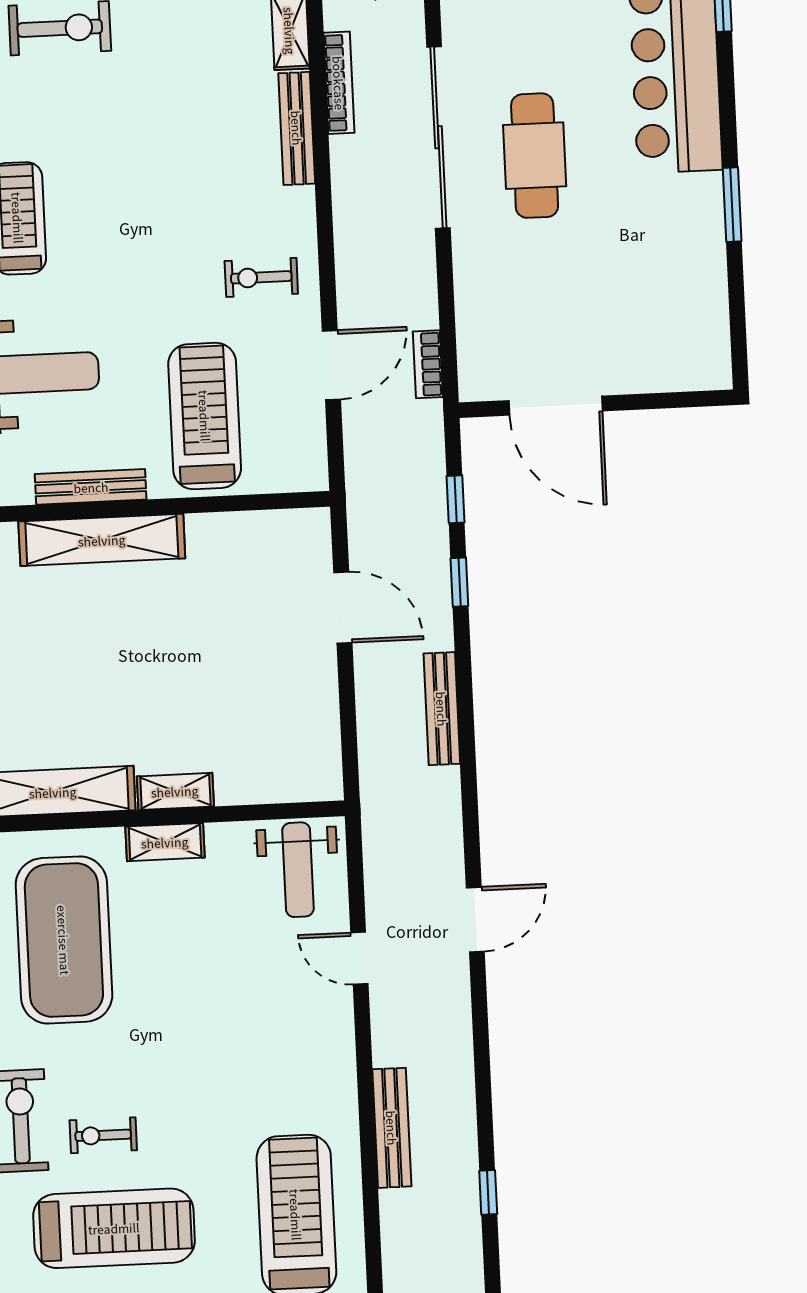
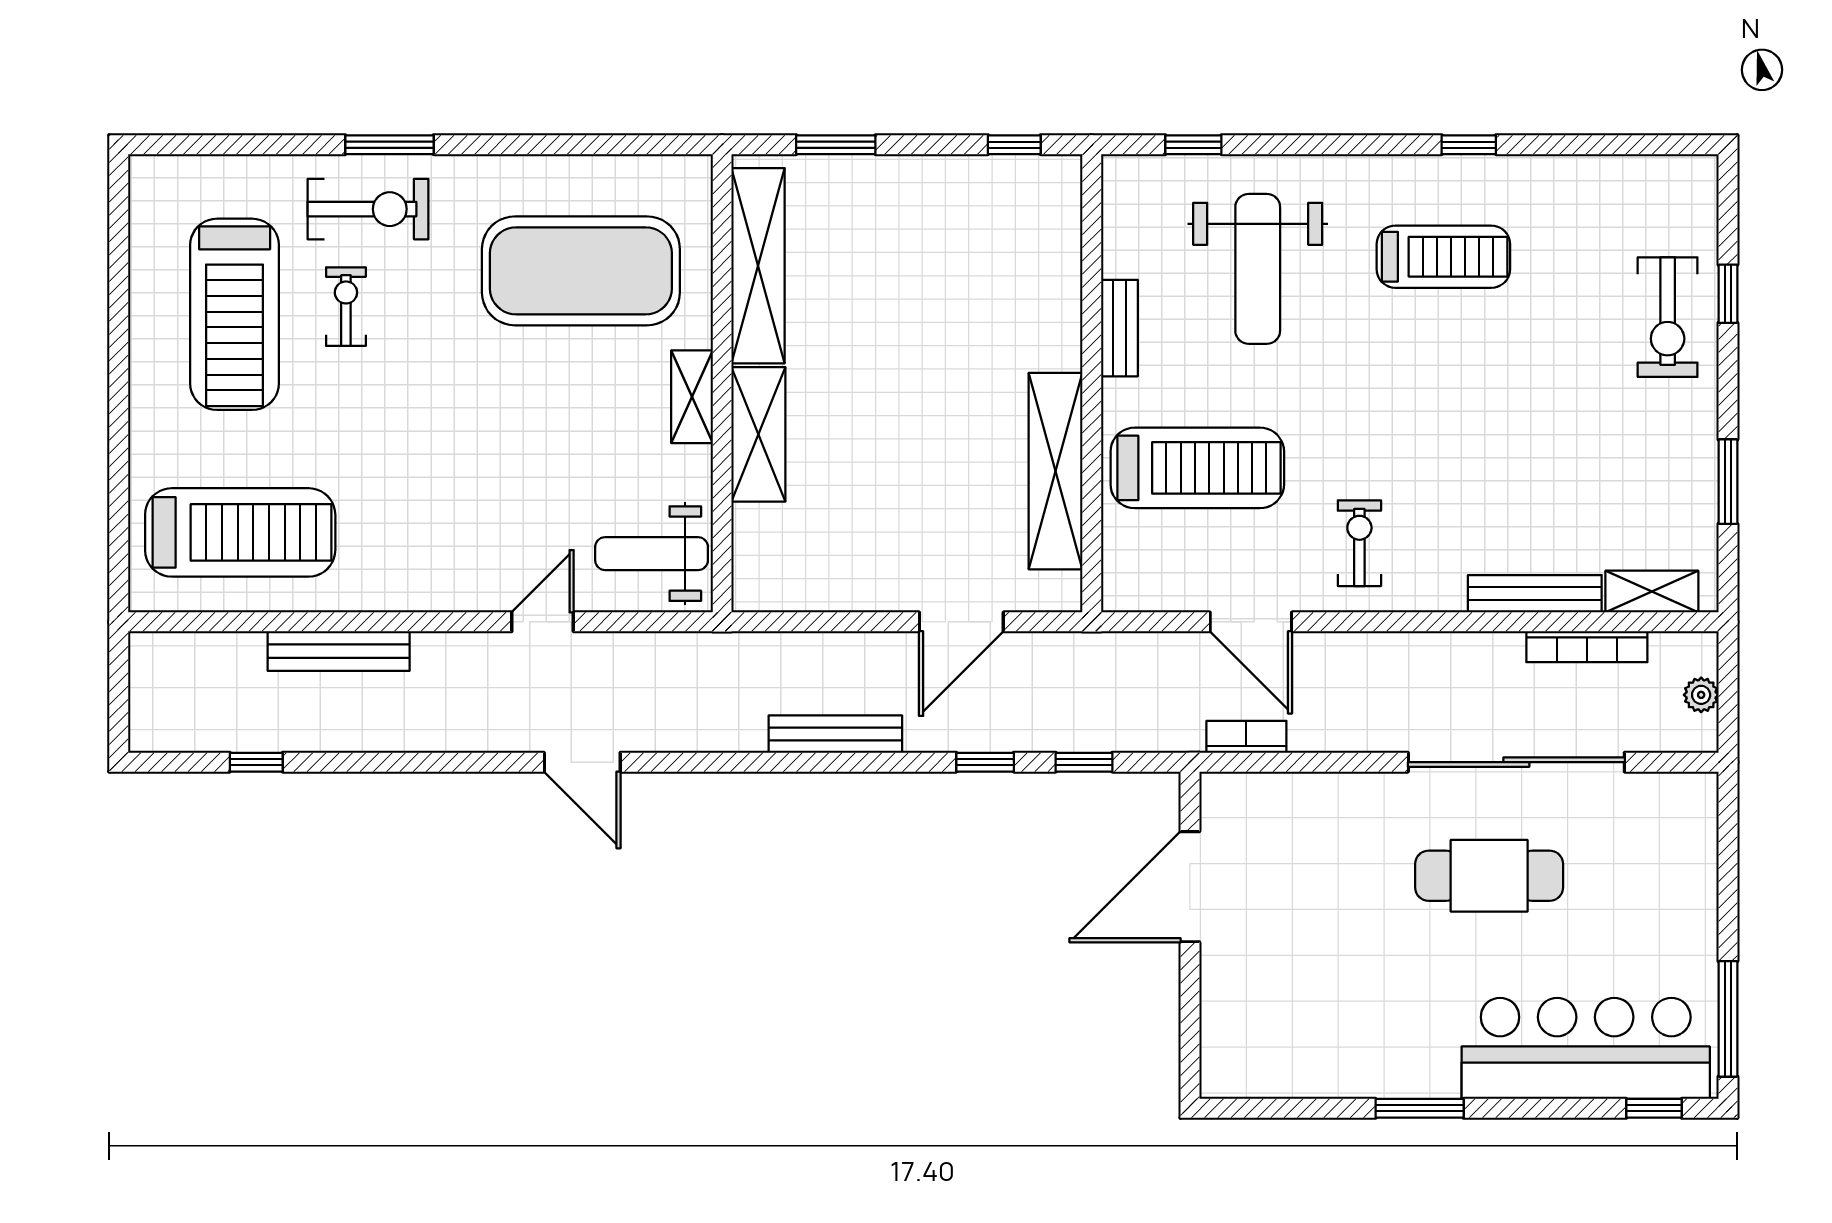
bench: (91, 487) -> (1119, 328), width x0.73
shelving: (102, 540) -> (1056, 471), moved
shelving: (175, 791) -> (758, 434), width x1.50, depth x1.33

